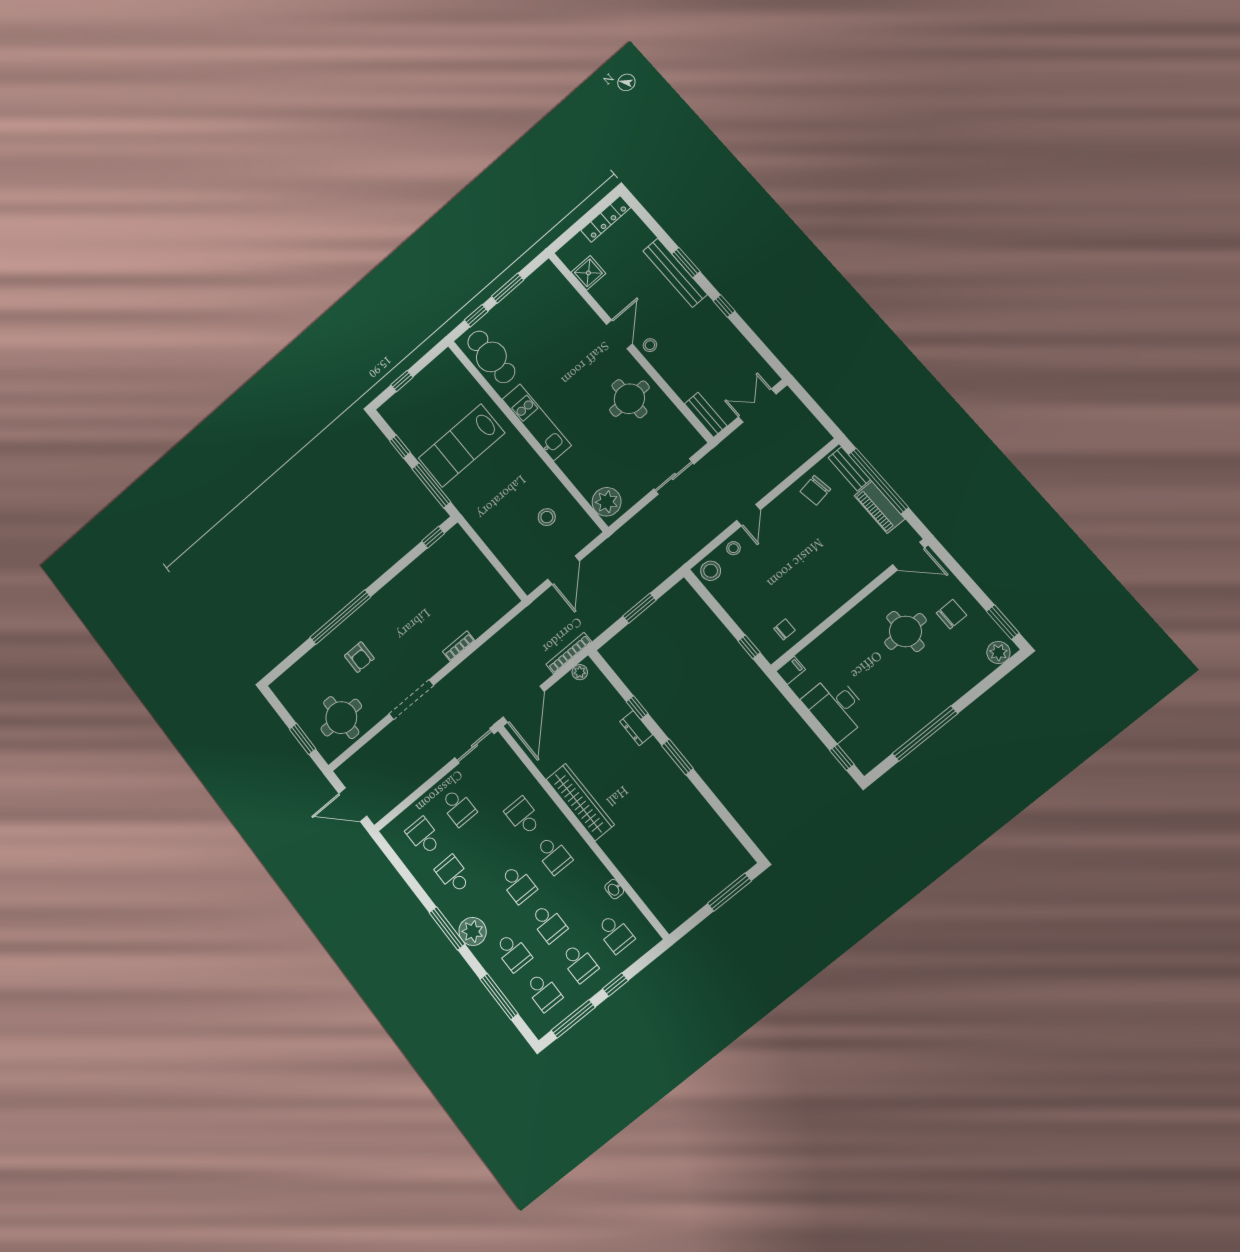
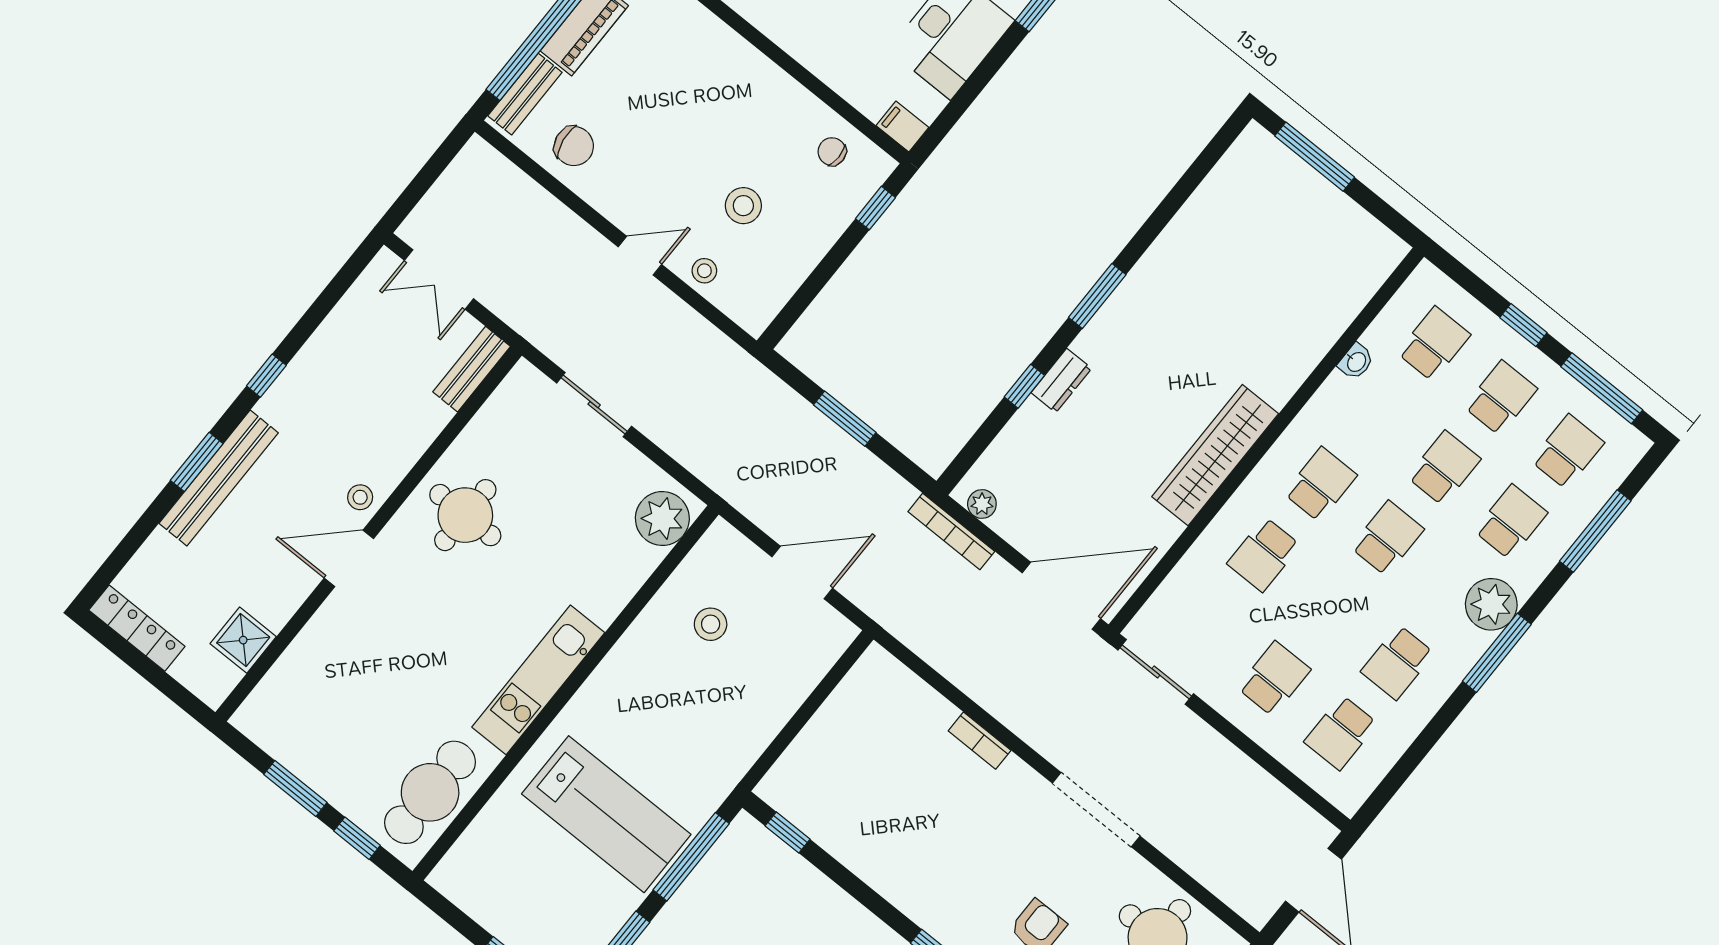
stool: (711, 571) -> (743, 206), moved

